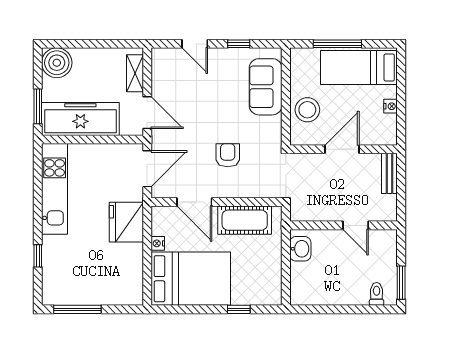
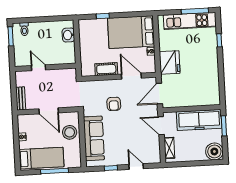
sofa: (266, 87) -> (94, 138), width x1.36
door: (342, 149) -> (49, 111), hinge flipped
kitchen unit: (55, 189) -> (190, 21), moved, turned -90
cot: (245, 220) -> (106, 69), width x0.73, depth x0.75
washbasin: (300, 249) -> (68, 35), moved

